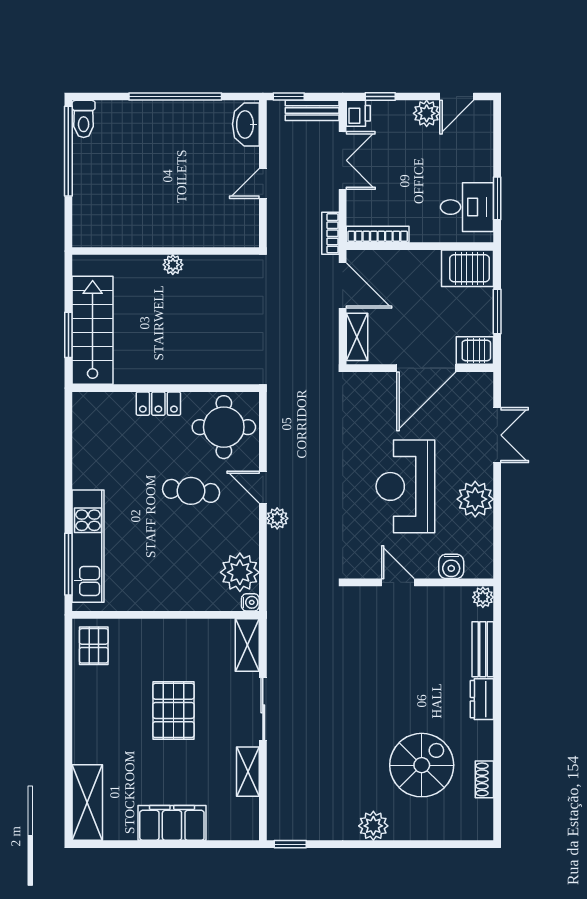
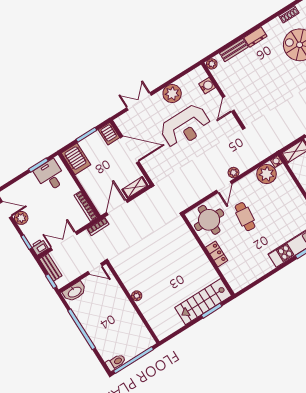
wall: (166, 251) -> (133, 303), moved
plant: (173, 265) -> (137, 296), moved

